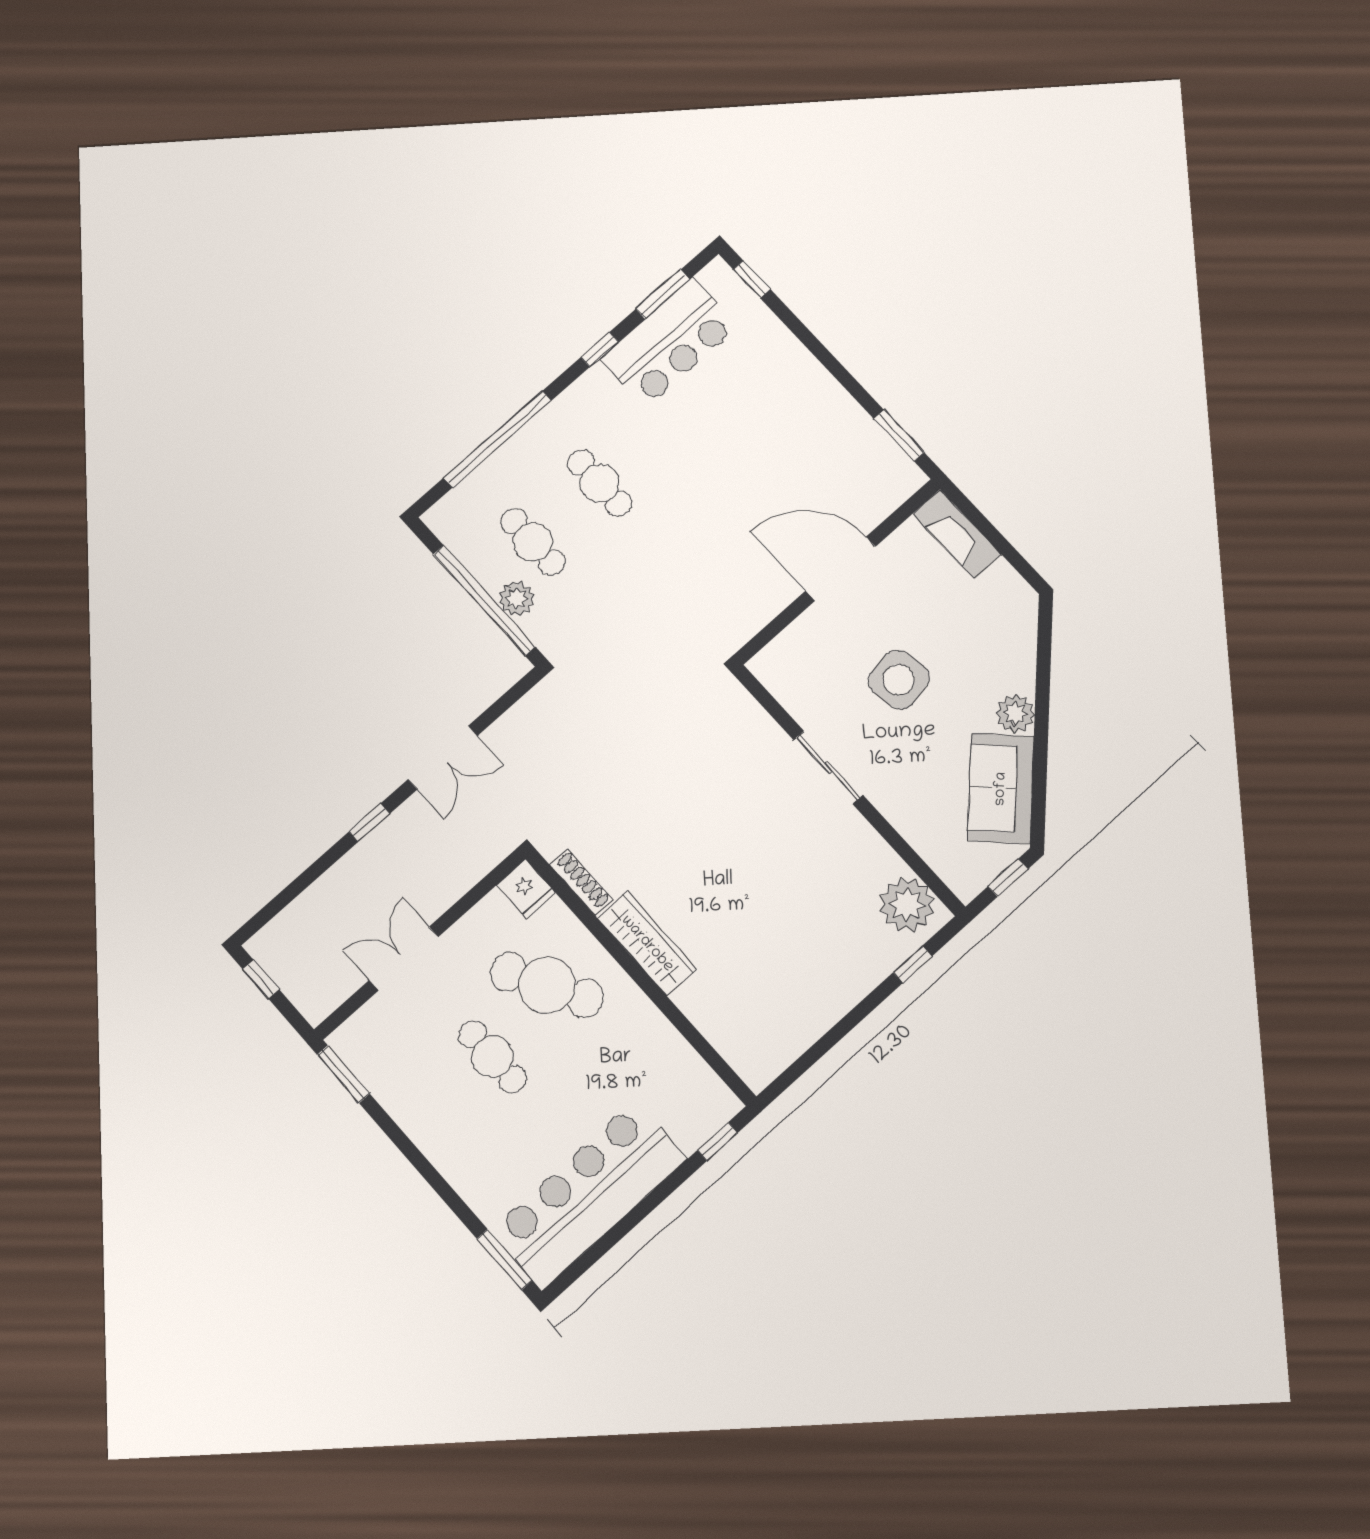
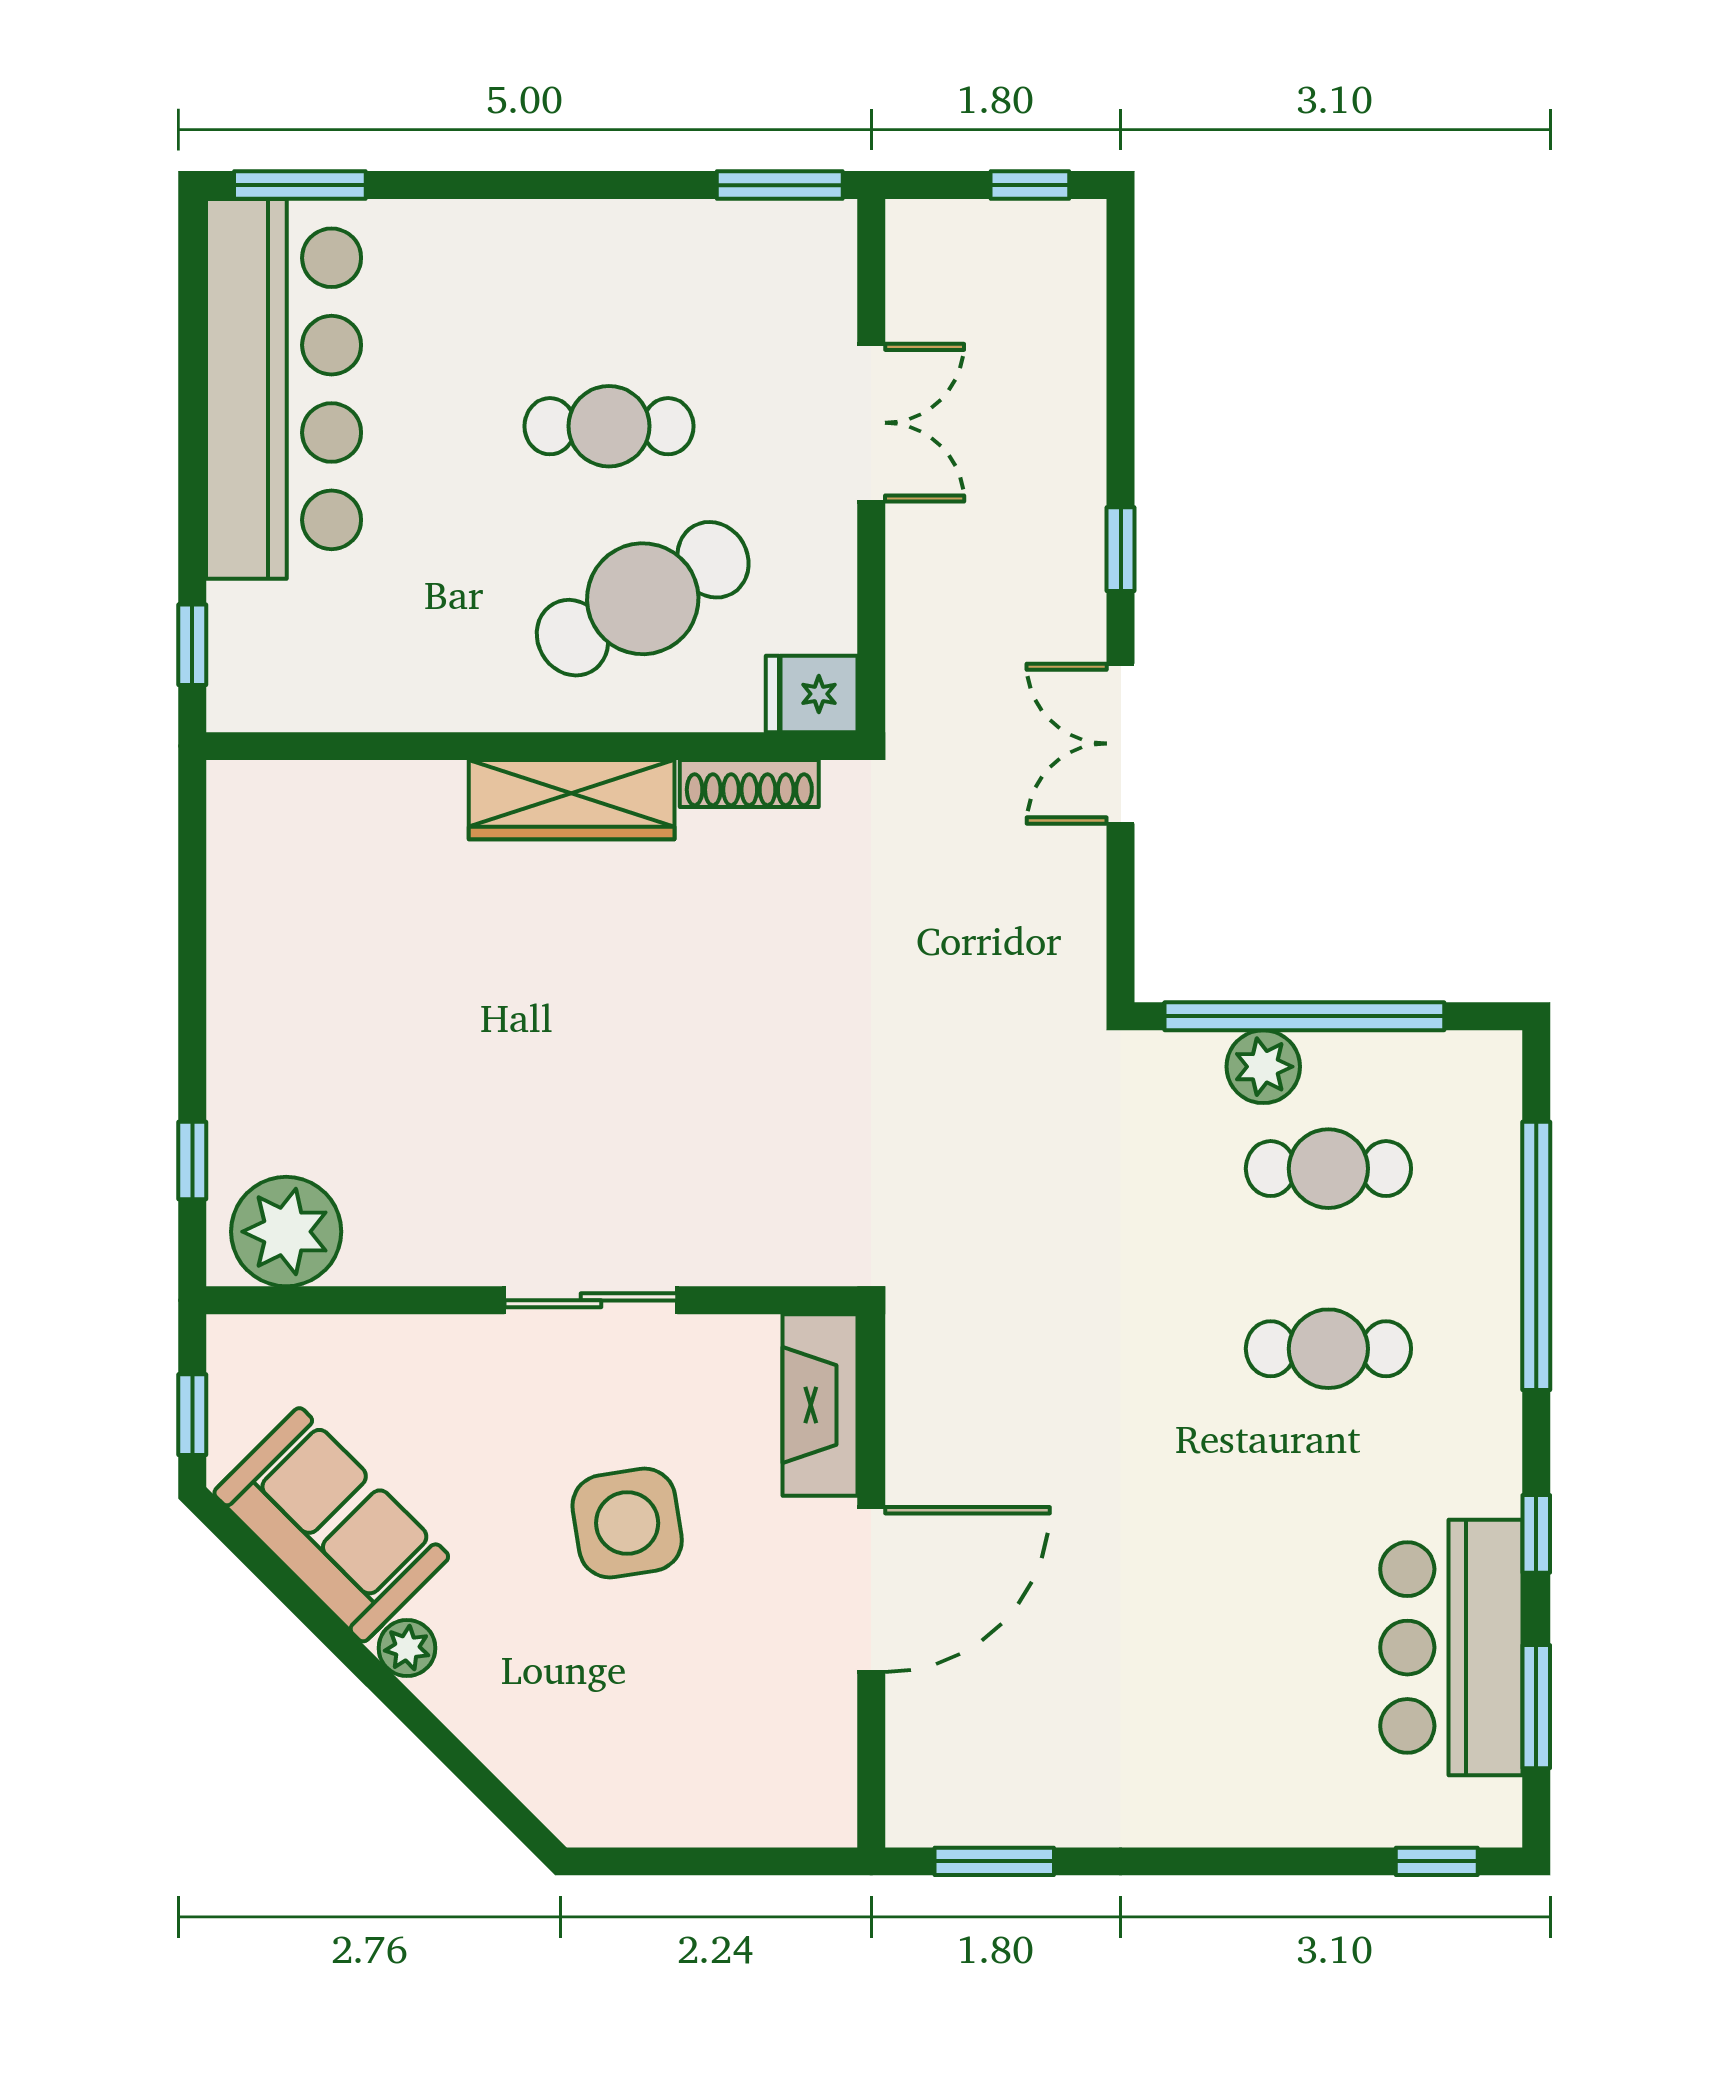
fireplace: (957, 534) -> (820, 1405), moved, turned -90
plant: (1015, 714) -> (407, 1648), width x0.73, depth x0.73

